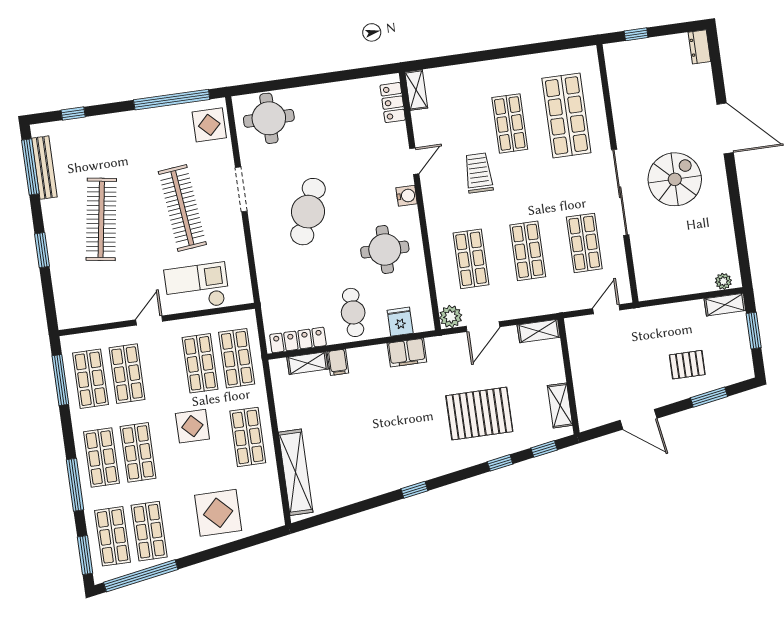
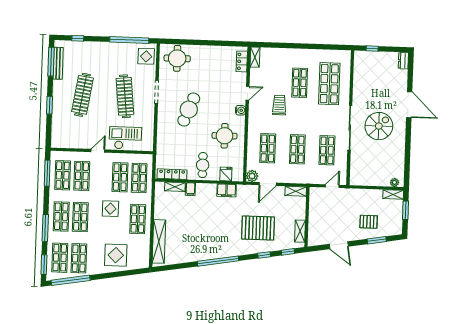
window: (414, 490) -> (218, 261), width x3.17

